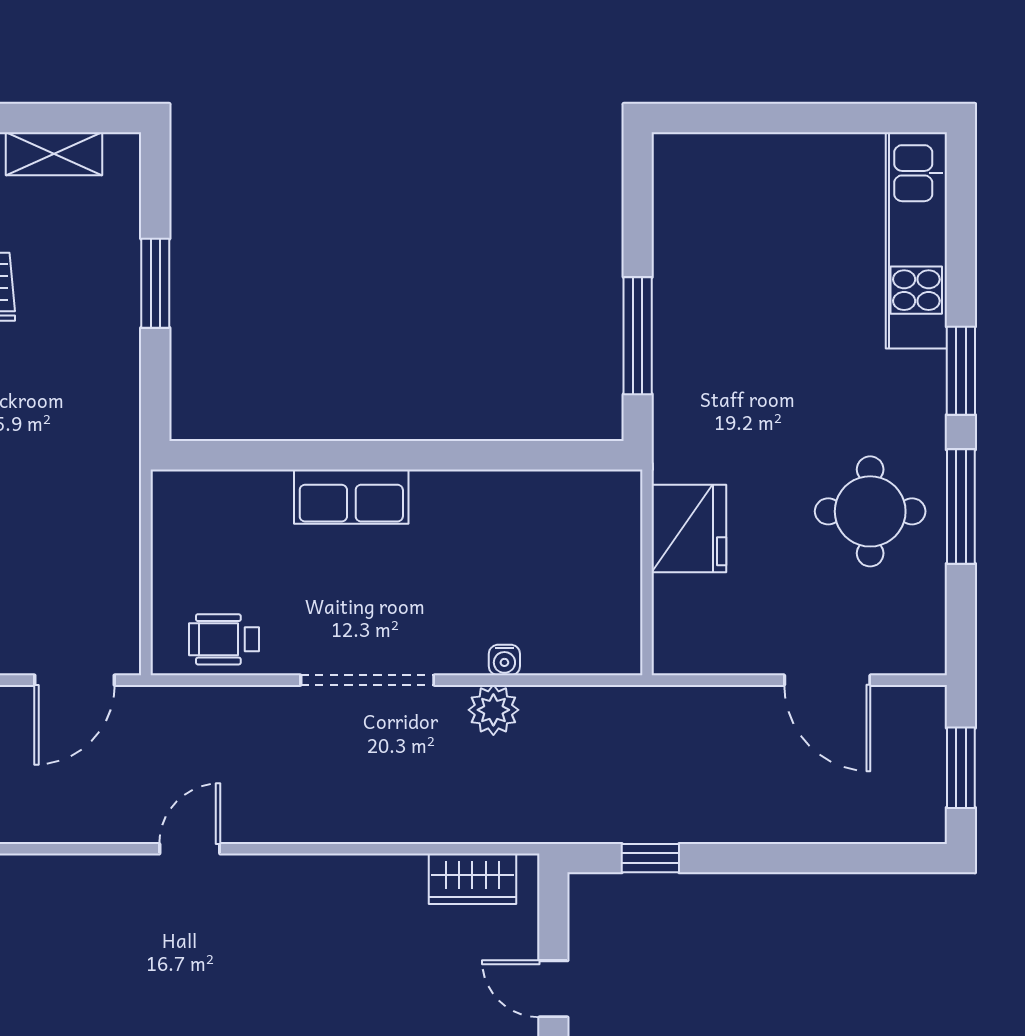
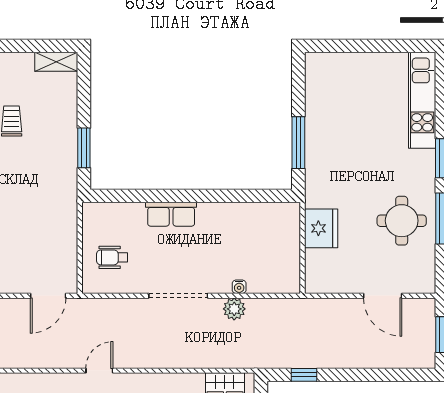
shelving: (54, 154) -> (56, 62), moved
window: (155, 283) -> (84, 148), moved
wheelchair: (224, 639) -> (112, 257), moved

